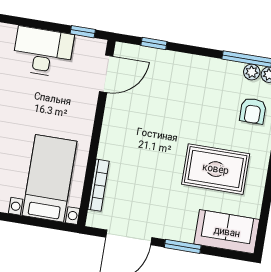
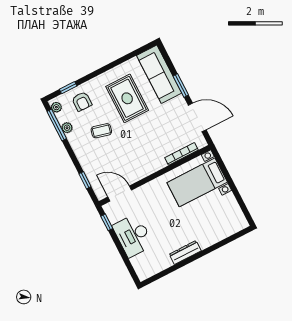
plant: (252, 72) -> (67, 128), moved
coffee table: (199, 108) -> (101, 131), added
armchair: (253, 111) -> (82, 101), turned 90
sofa: (227, 232) -> (159, 74), width x1.36

